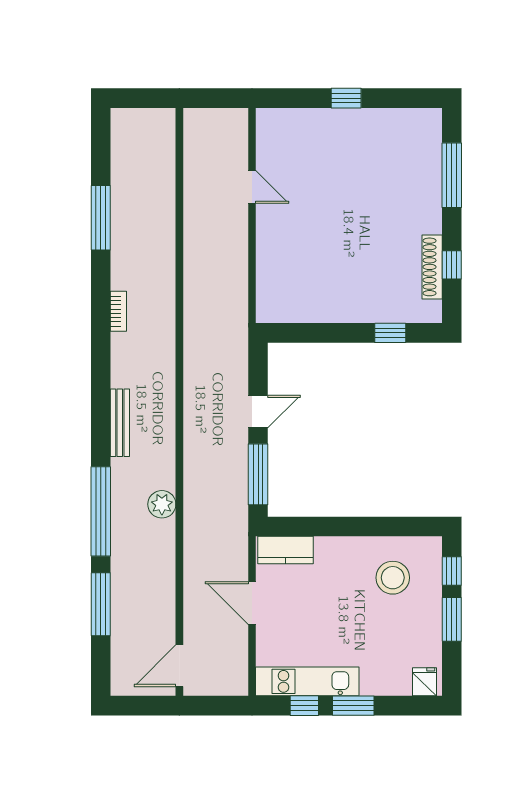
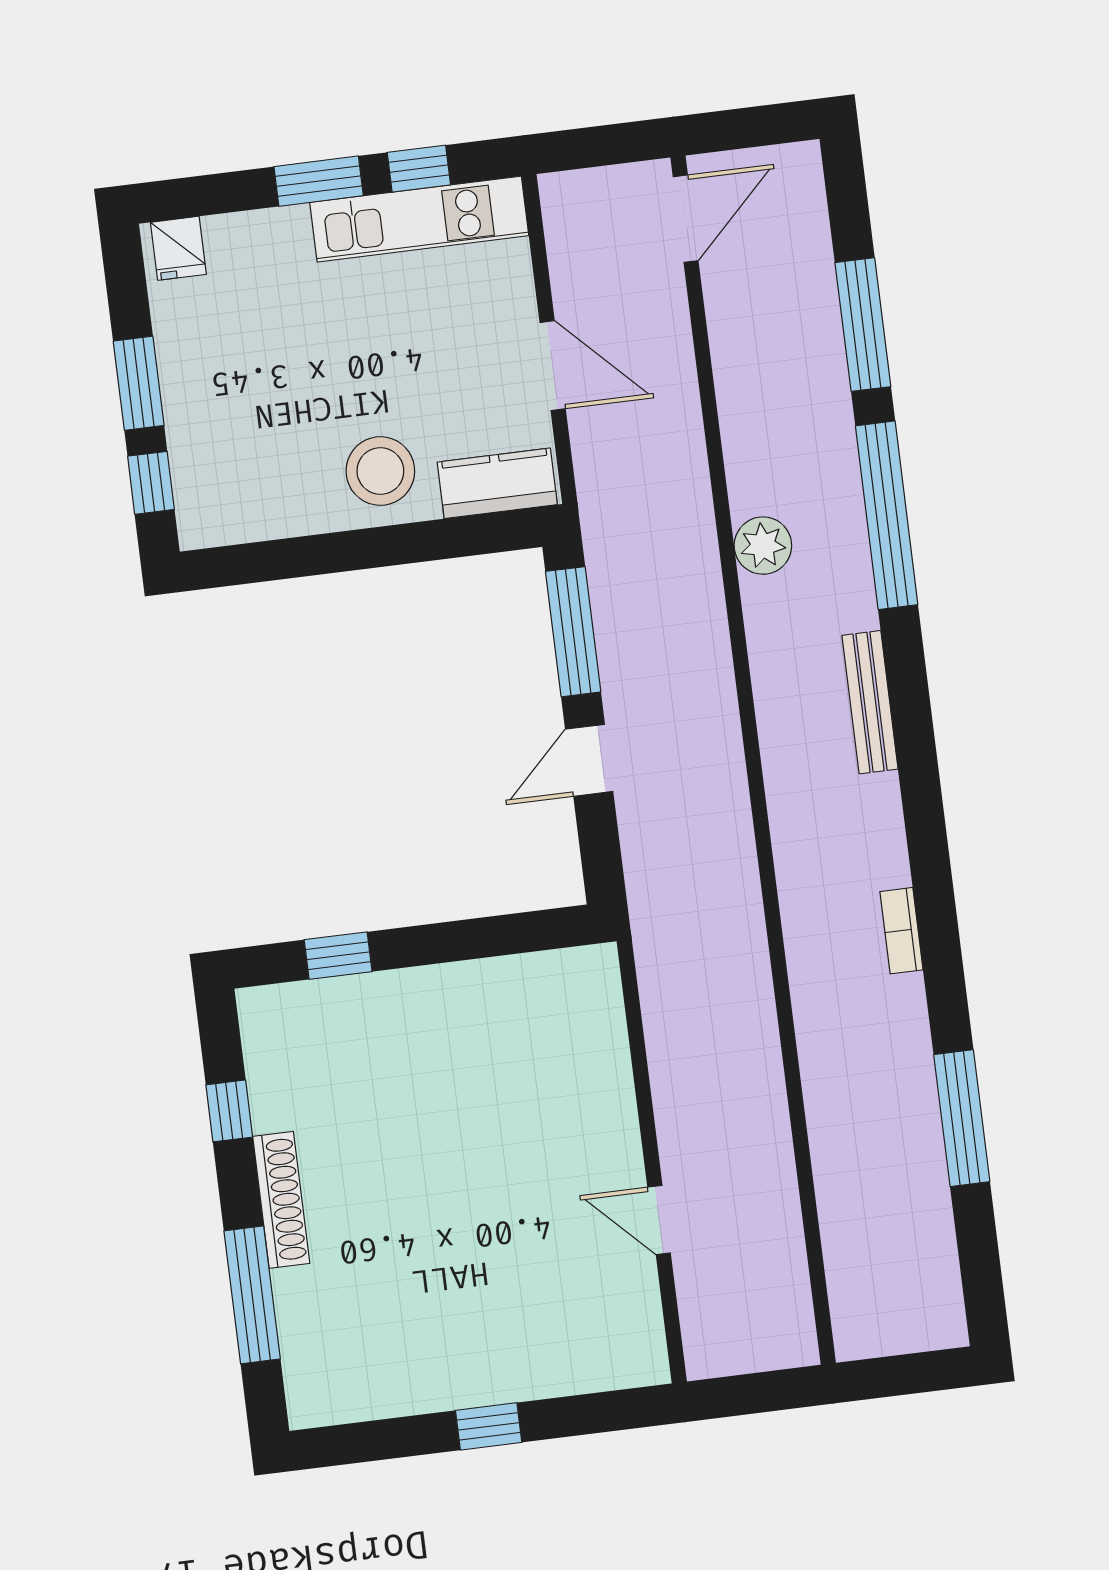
shoe rack: (432, 267) -> (281, 1200), moved
stool: (393, 578) -> (380, 471), moved

